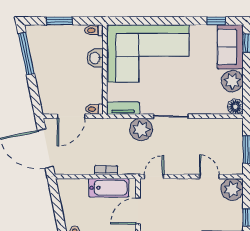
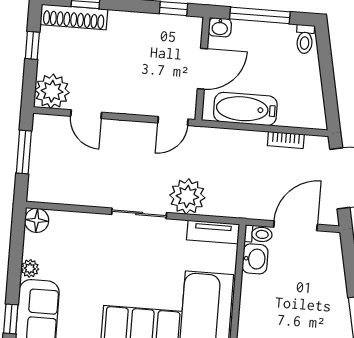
washbasin: (95, 58) -> (255, 259), moved
plant: (232, 81) -> (30, 268), width x0.53, depth x0.53
bookcase: (106, 170) -> (286, 140), moved

